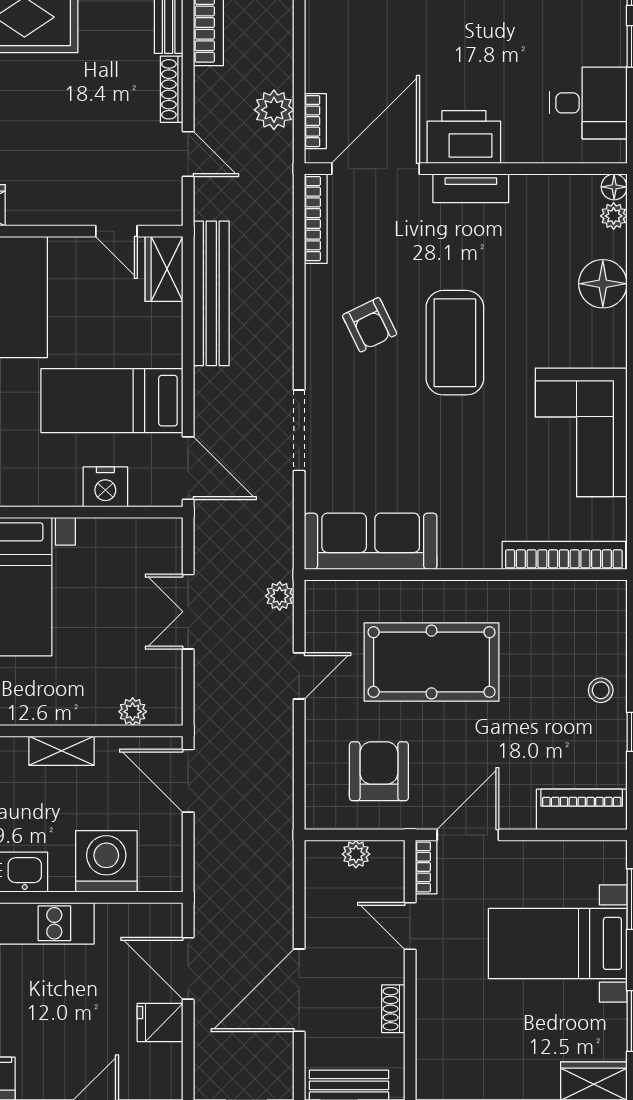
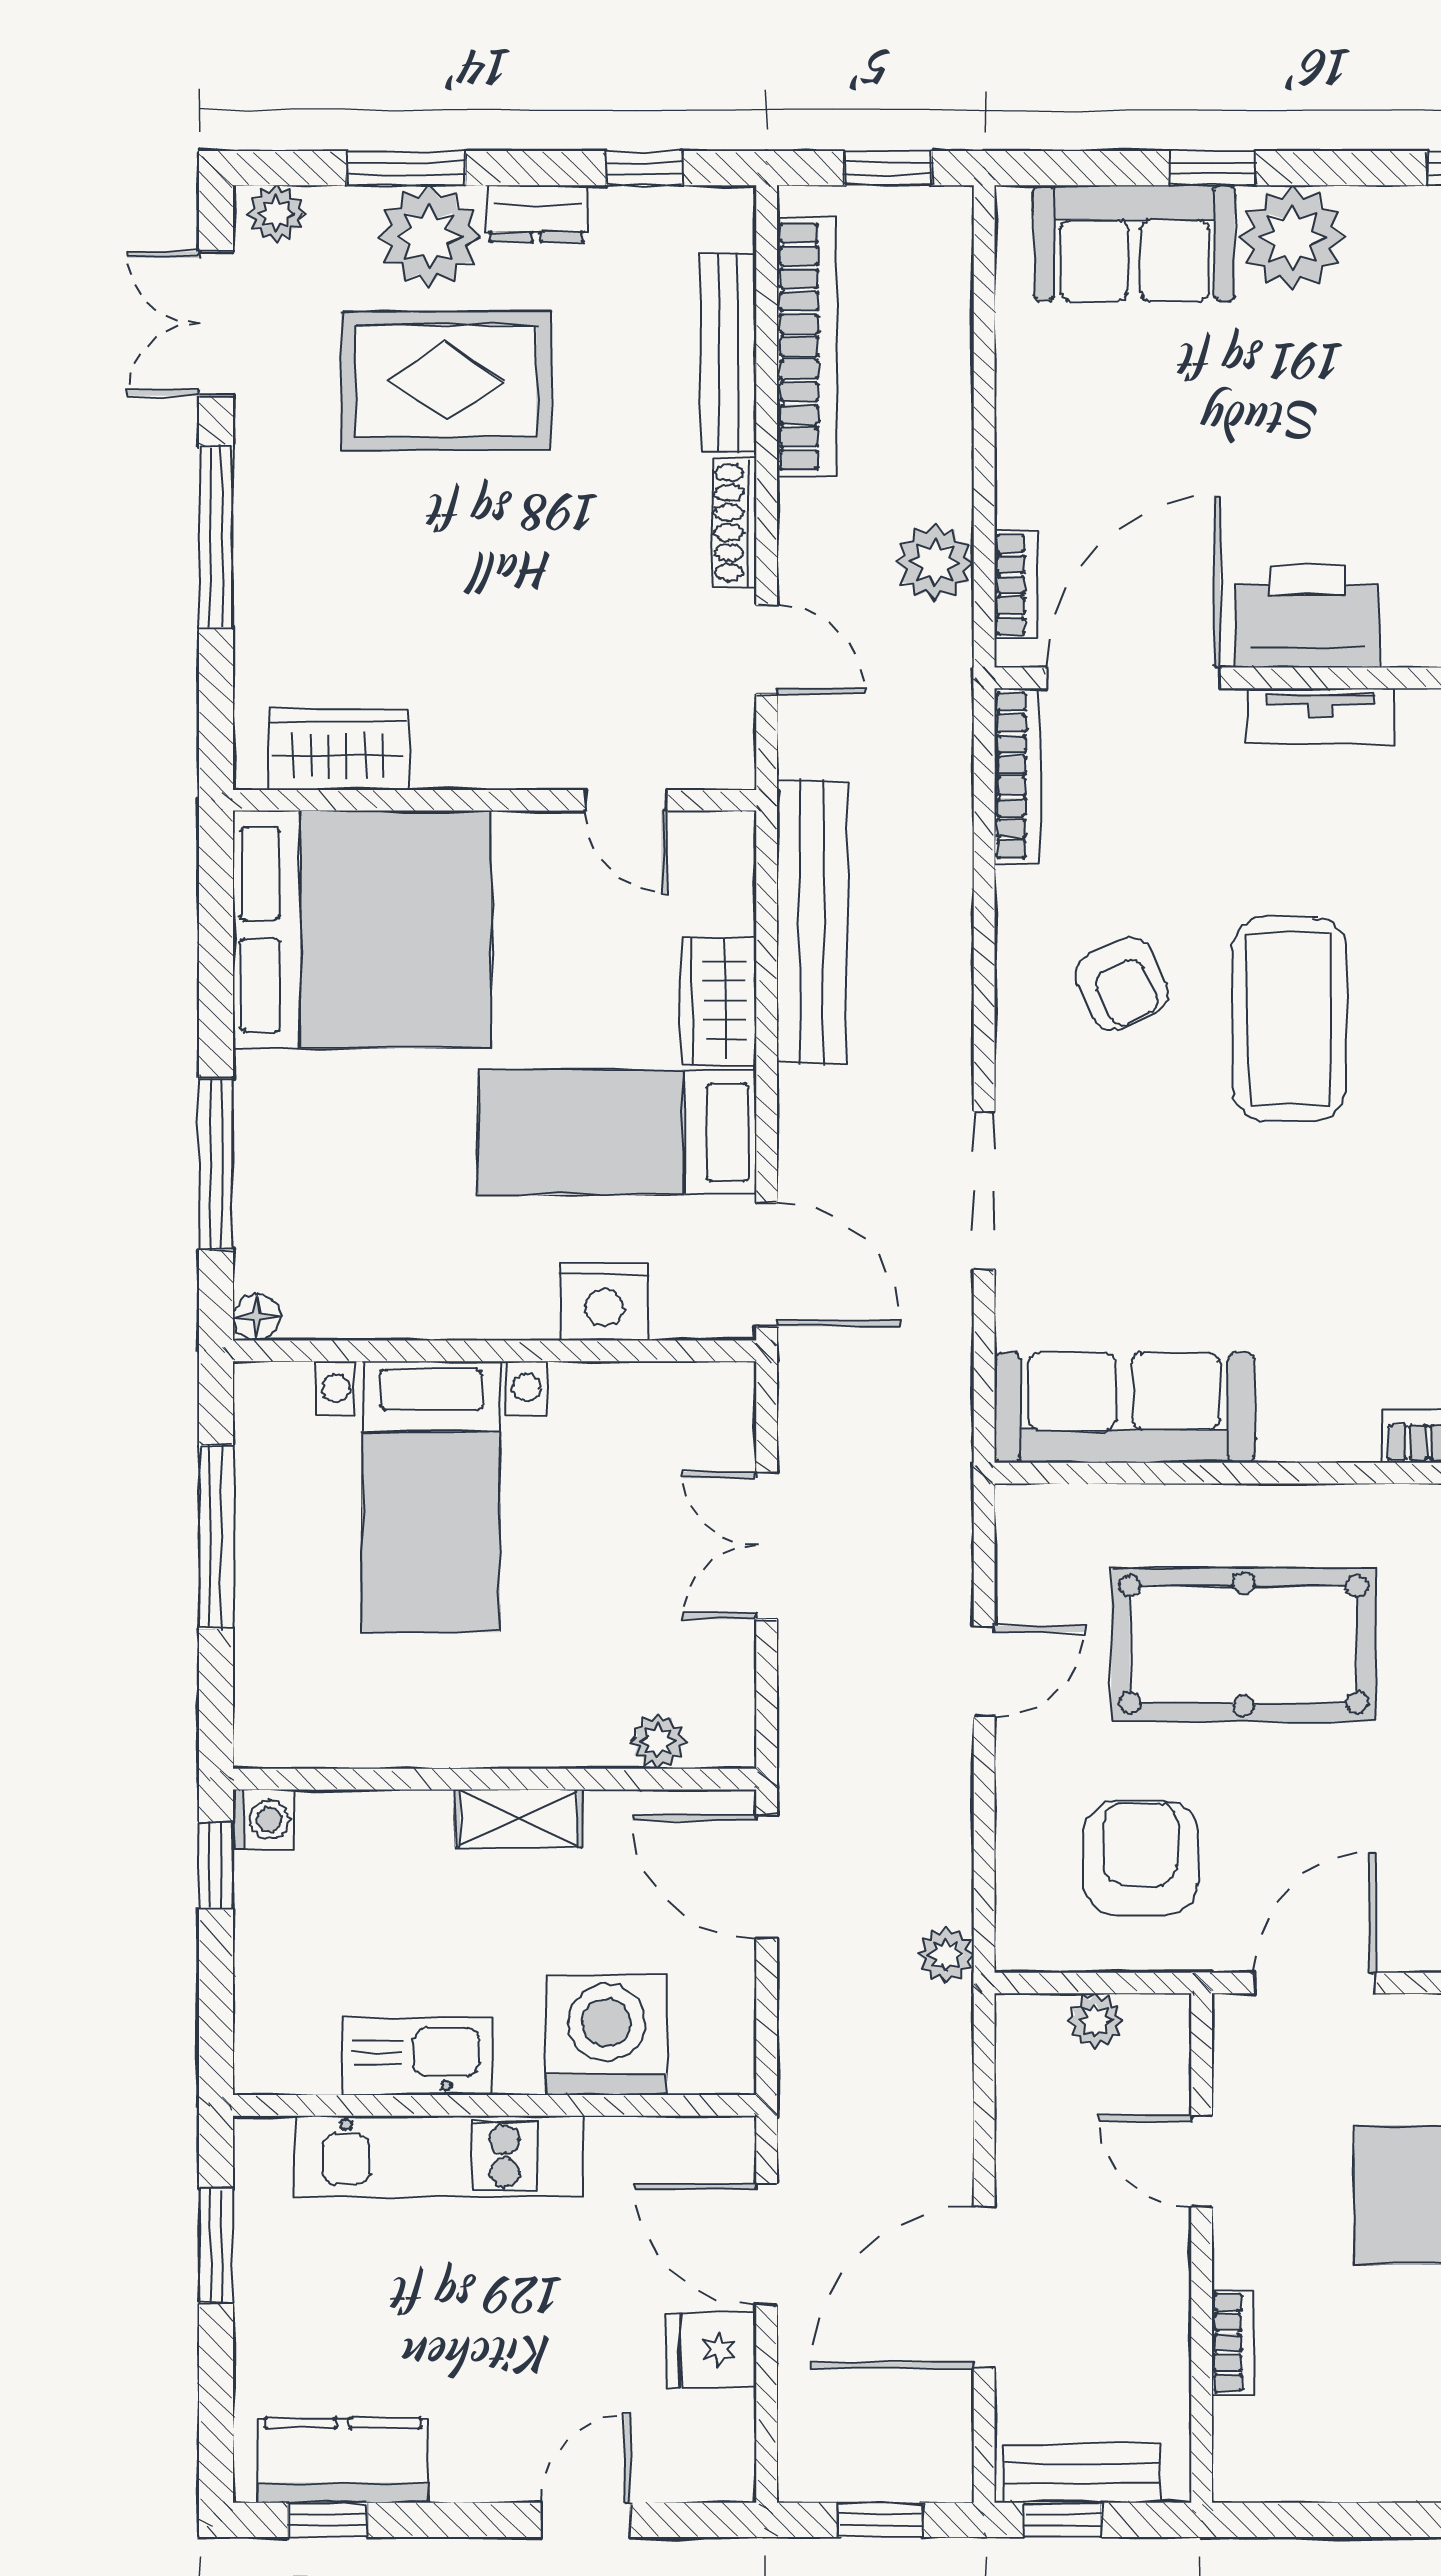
wardrobe: (164, 269) -> (719, 1001), moved
plant: (280, 596) -> (946, 1955), moved
bookcase: (426, 867) -> (1233, 2342), moved
shoe rack: (393, 1009) -> (1169, 2323), removed

